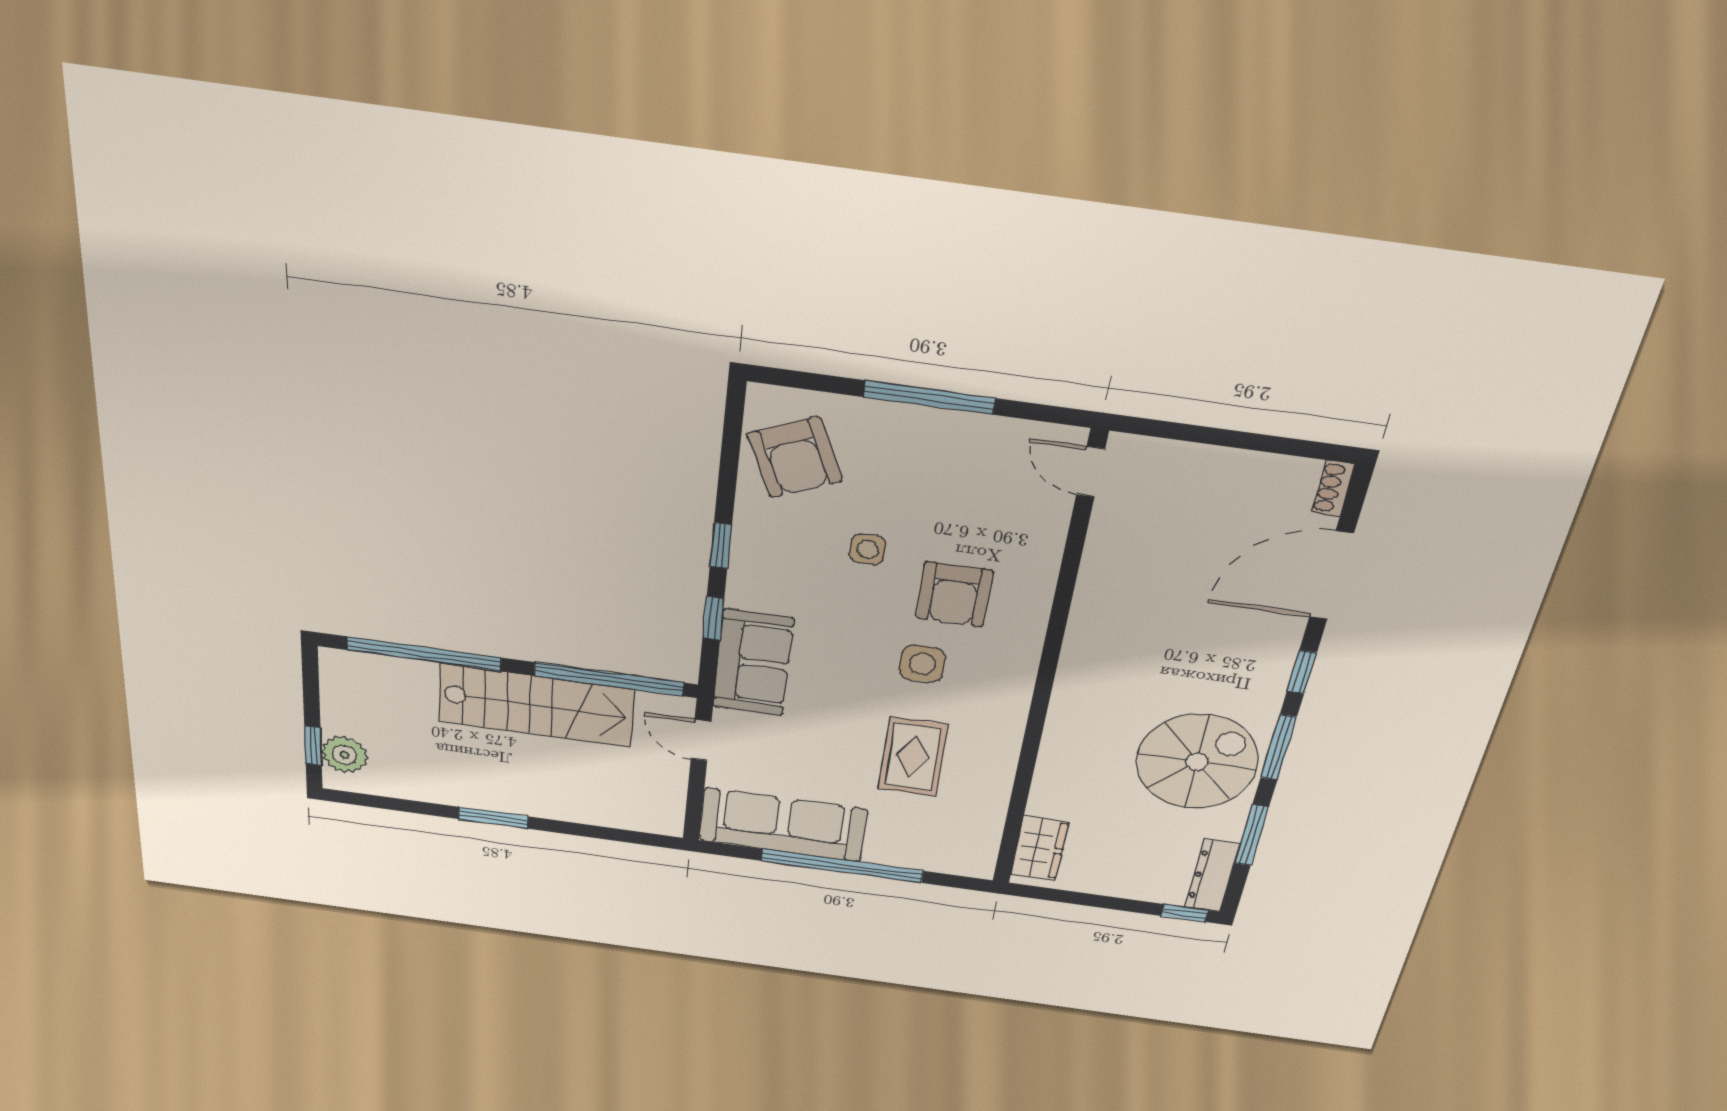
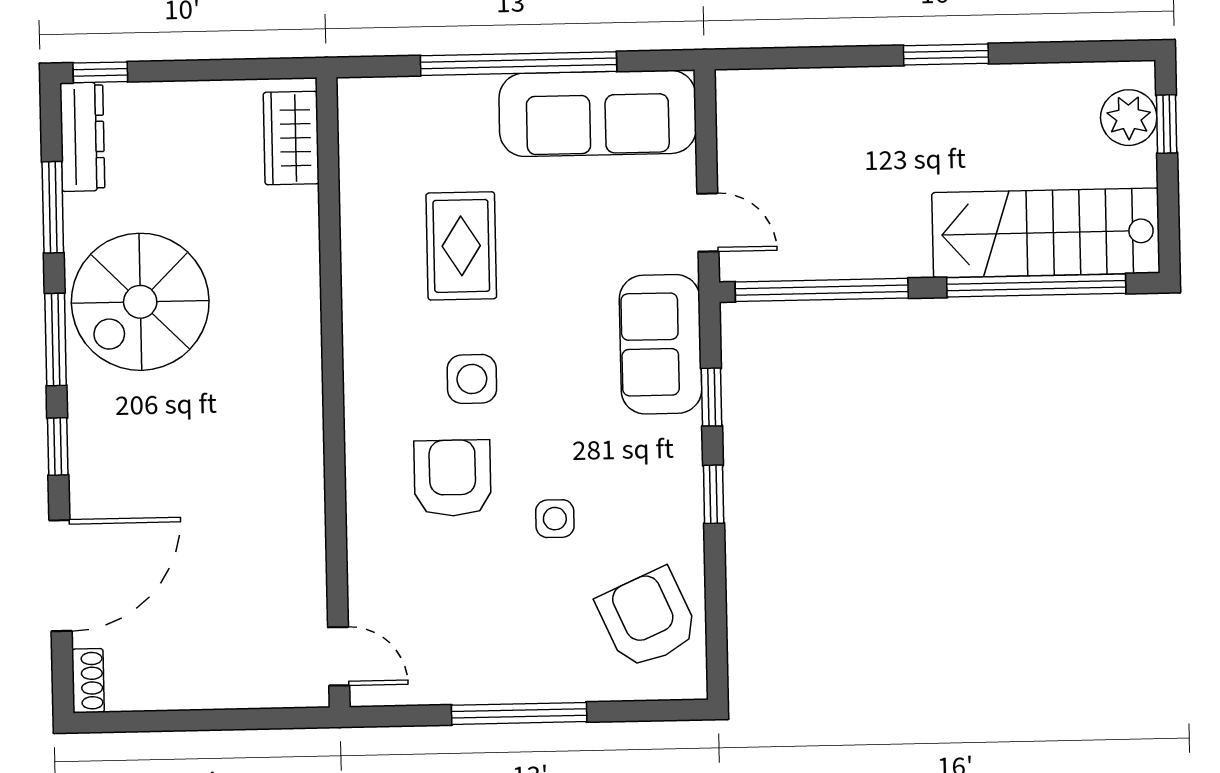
stairs: (536, 705) -> (1046, 233), moved

